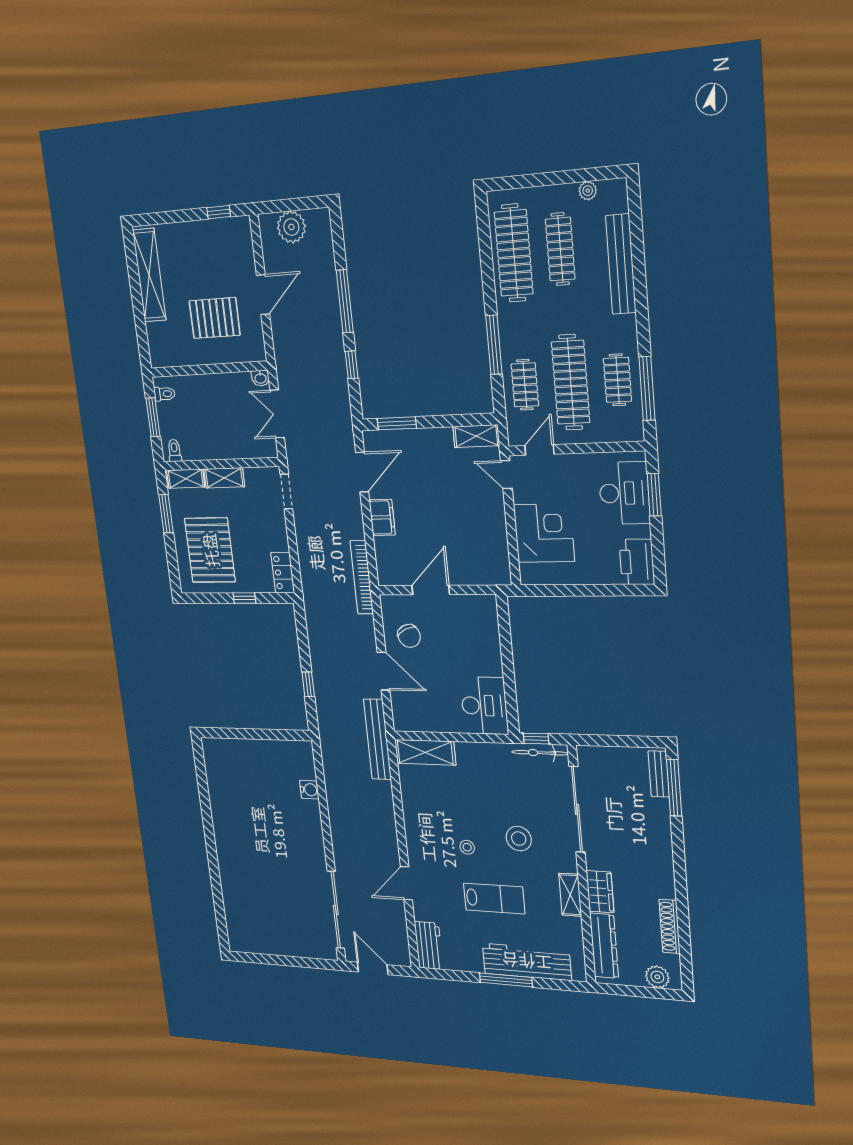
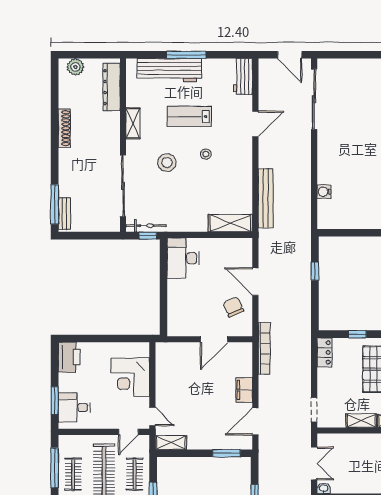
desk: (624, 493) -> (74, 408), width x0.73
bench: (377, 739) -> (266, 198), moved
wardrobe: (600, 892) -> (111, 127), removed
shoe rack: (670, 926) -> (64, 128), moved

